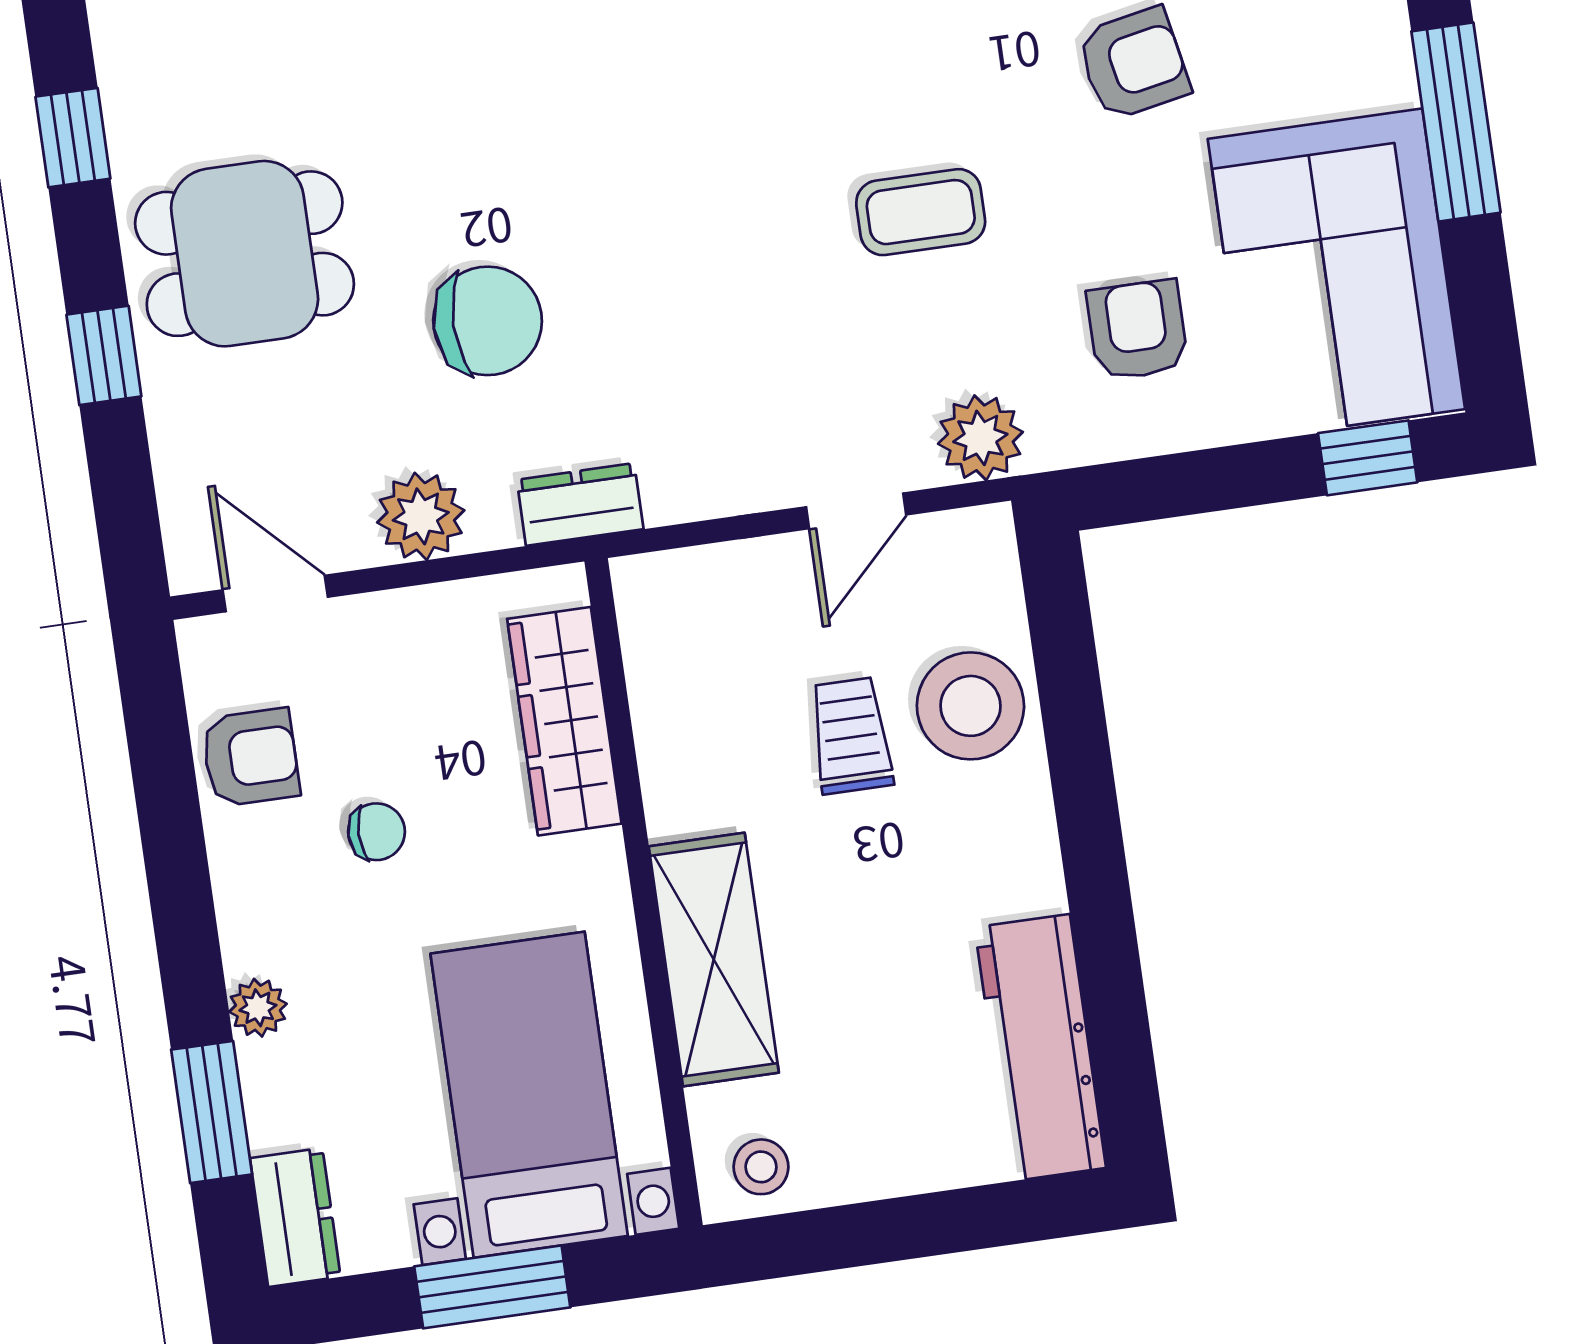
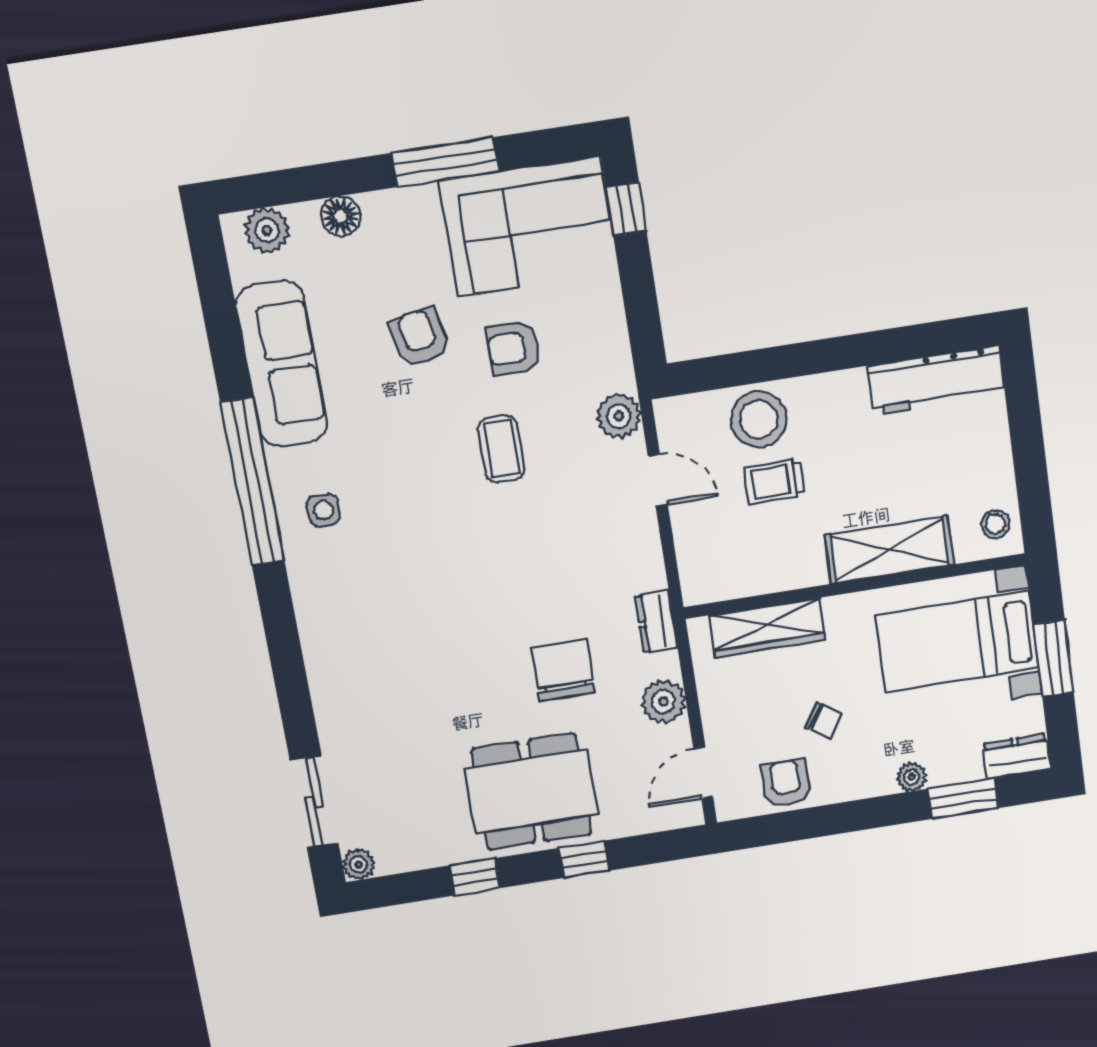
dining table: (245, 254) -> (531, 792), width x1.38
armchair: (1137, 330) -> (514, 348), moved
chair: (376, 832) -> (823, 720), turned 122

